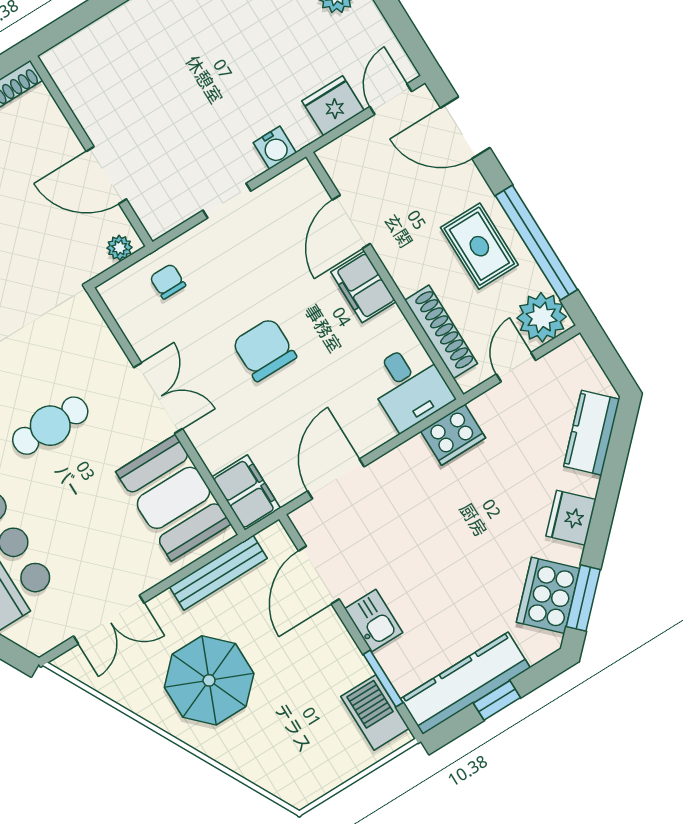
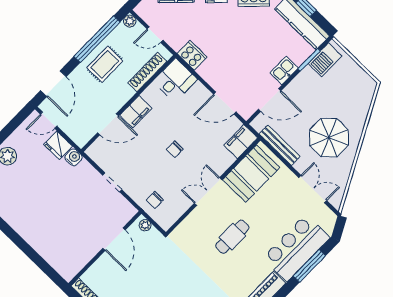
water cooler: (275, 148) -> (74, 157), moved
plant: (542, 317) -> (130, 21), width x0.53, depth x0.53
chair: (264, 350) -> (175, 149), width x0.54, depth x0.54
cafe table: (50, 426) -> (232, 237), turned 90

